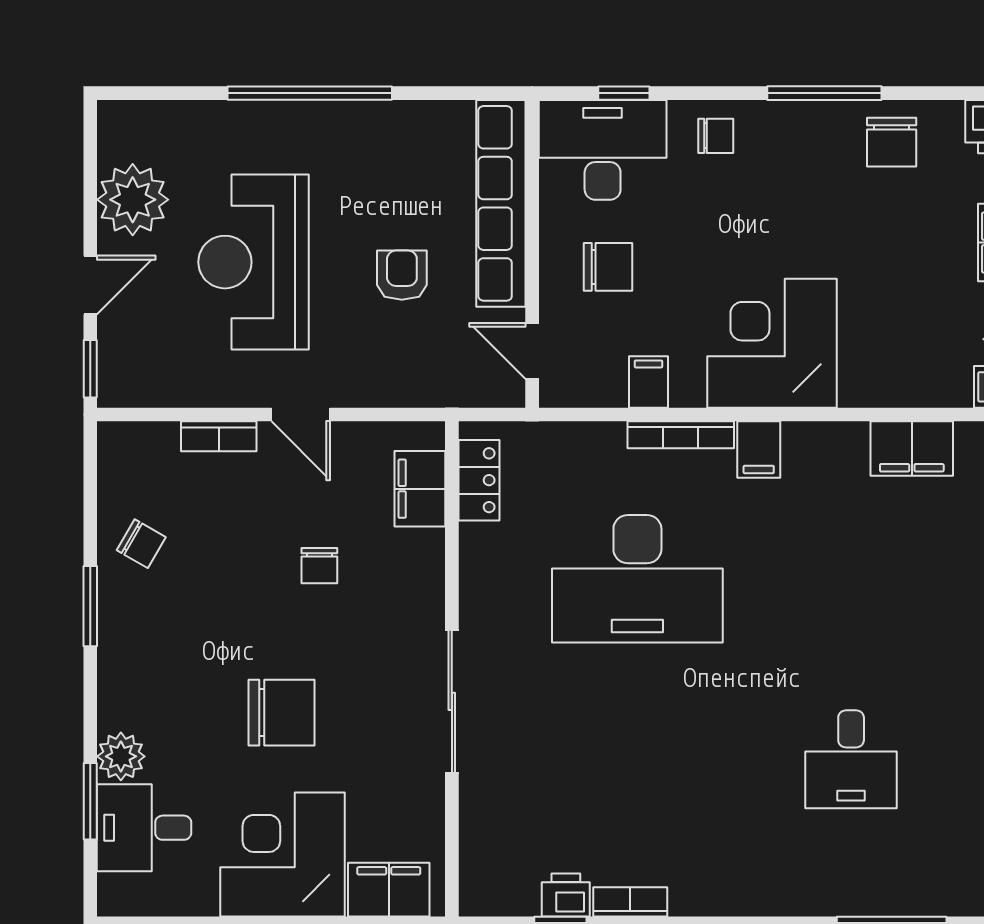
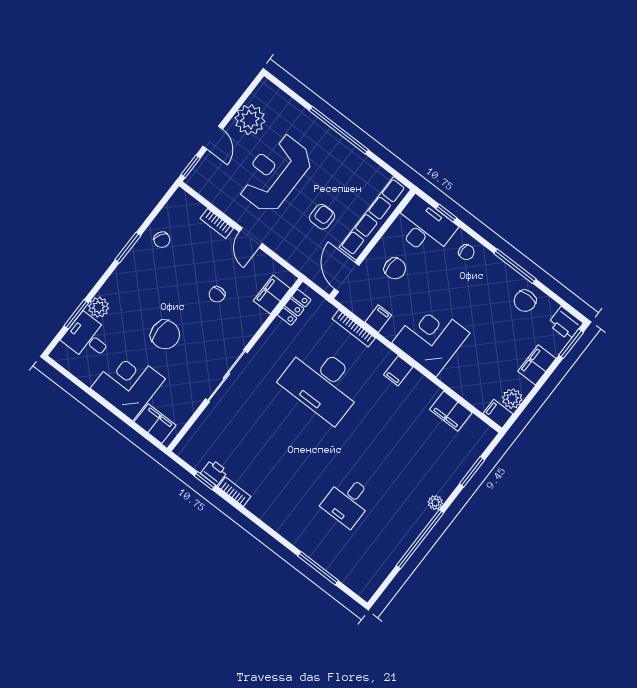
door: (90, 285) -> (213, 138), hinge flipped
door: (532, 351) -> (347, 277), width x1.38
bookcase: (681, 435) -> (354, 328), moved

